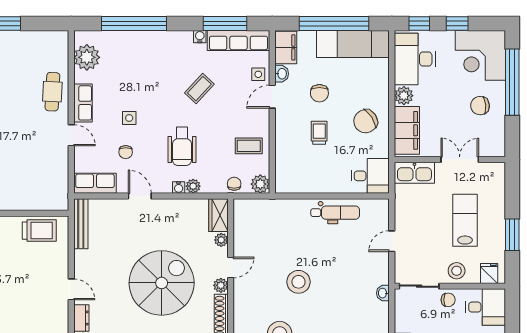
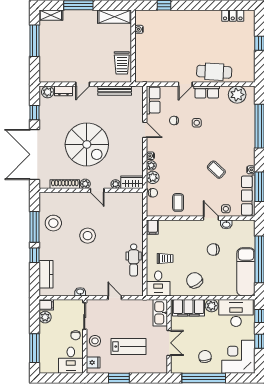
filing cabinet: (286, 47) -> (153, 227), moved, width x0.50
window: (512, 82) -> (204, 378), moved
cafe table: (52, 92) -> (214, 72), width x1.37, depth x1.35
trolley: (319, 133) -> (165, 259), moved
wheelchair: (182, 146) -> (178, 158), removed
plant: (260, 184) -> (153, 177), moved
door: (140, 196) -> (145, 130), hinge flipped
bench: (81, 224) -> (115, 91), moved

